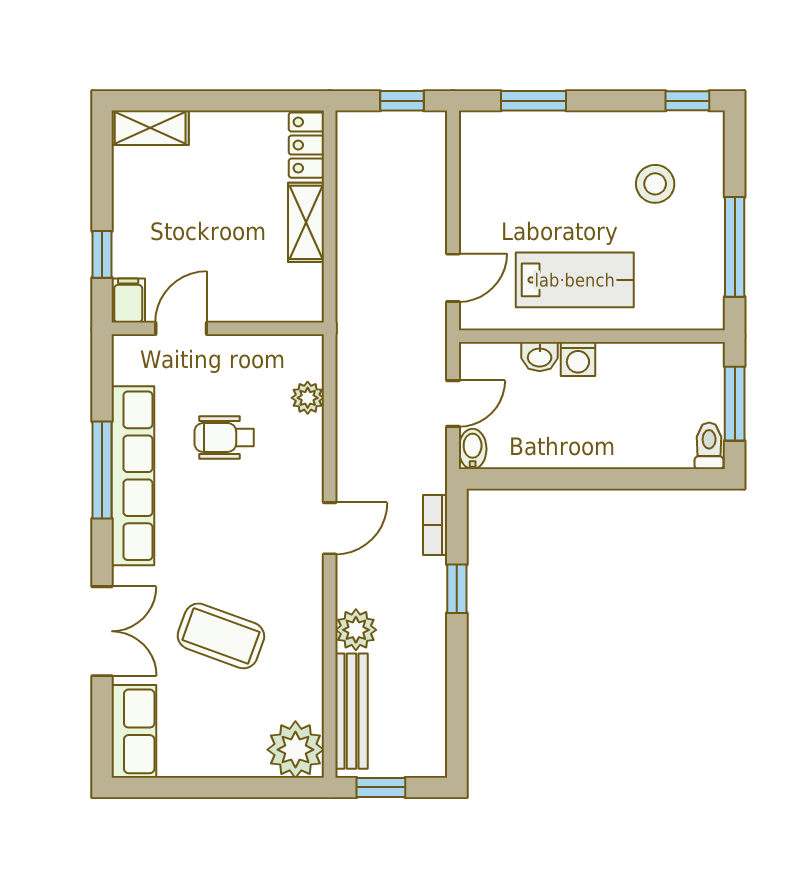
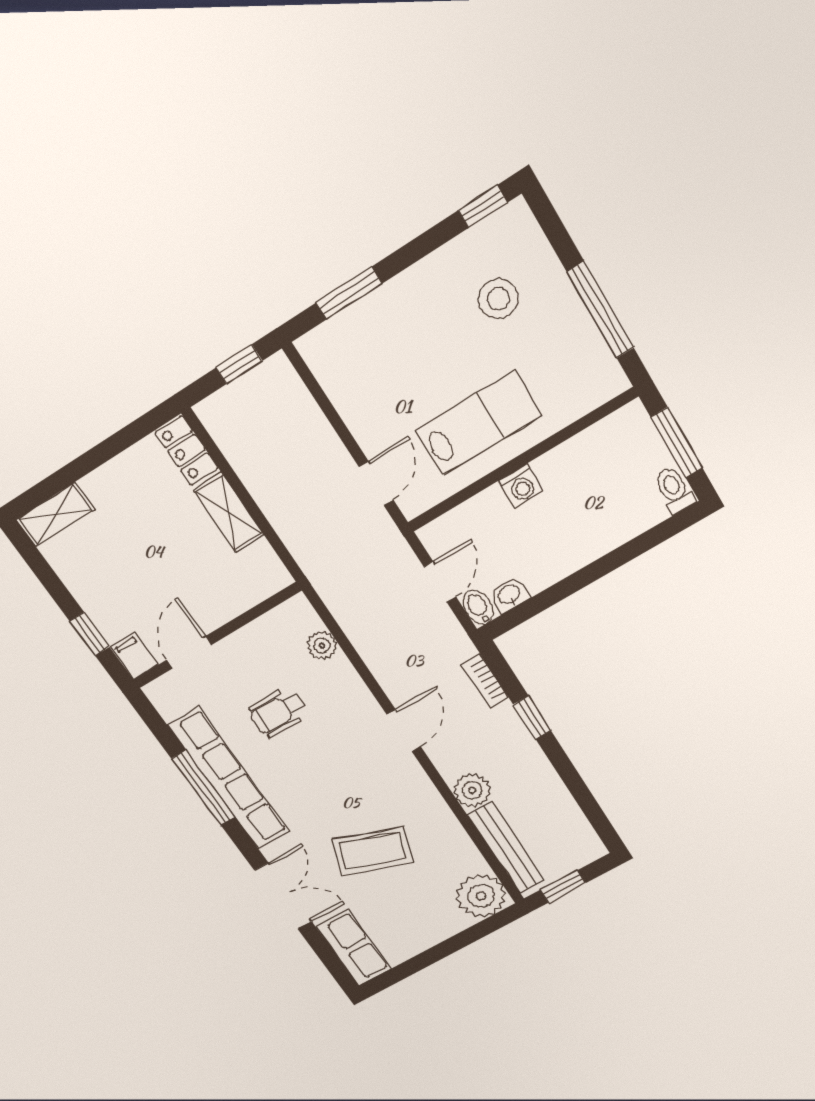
washbasin: (540, 357) -> (509, 595), moved, turned 180

